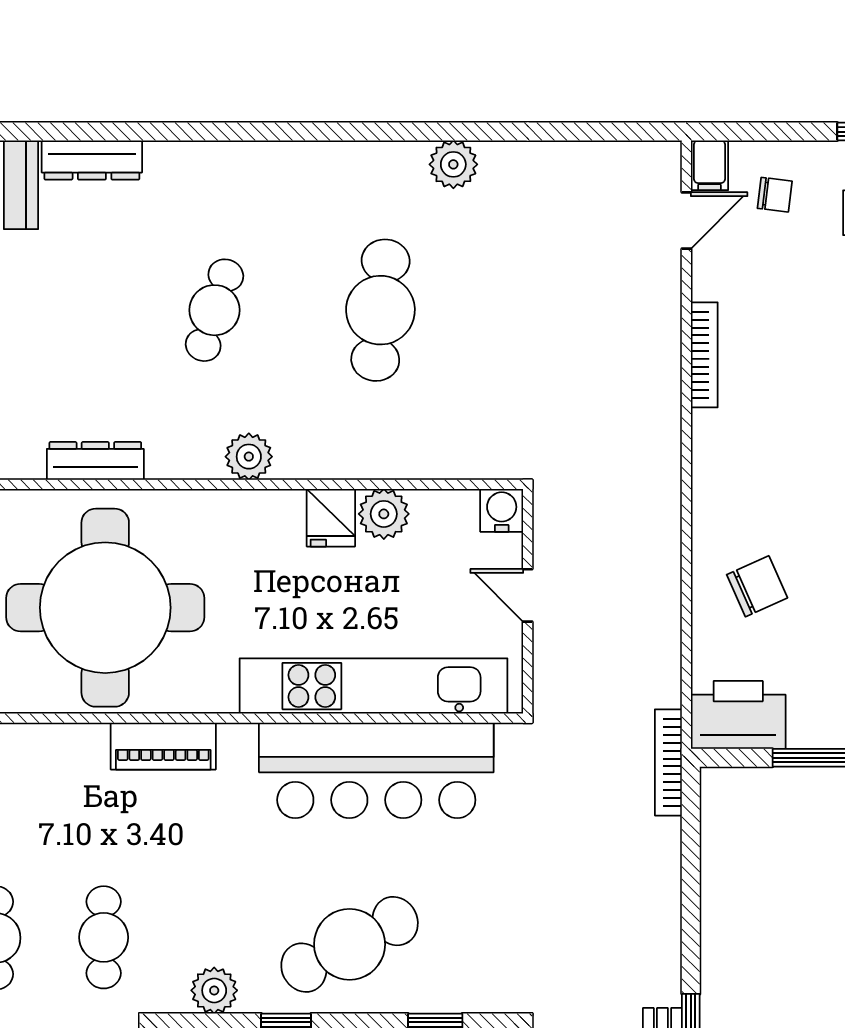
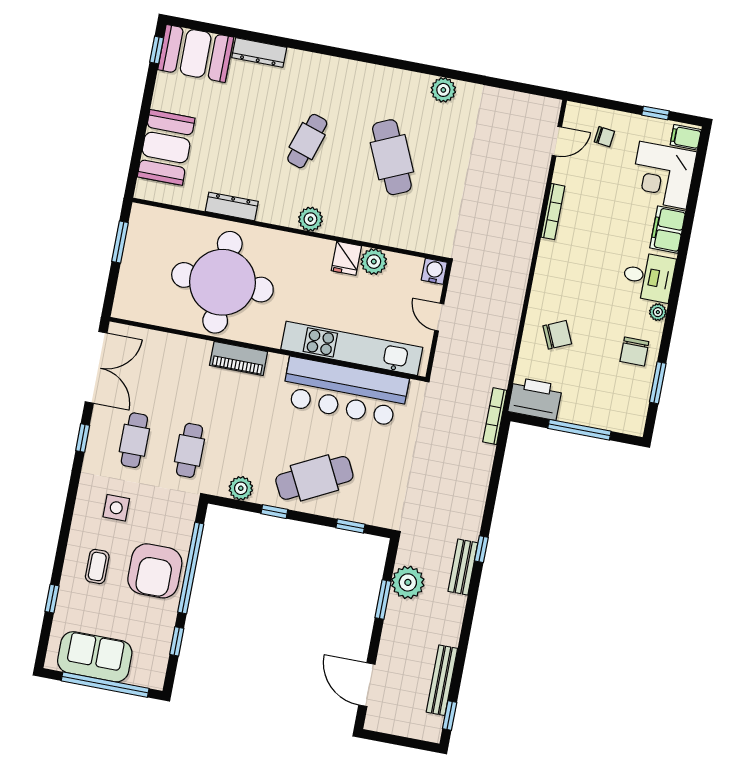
filing cabinet: (709, 165) -> (574, 115), removed
cafe table: (380, 310) -> (392, 157), turned -30

